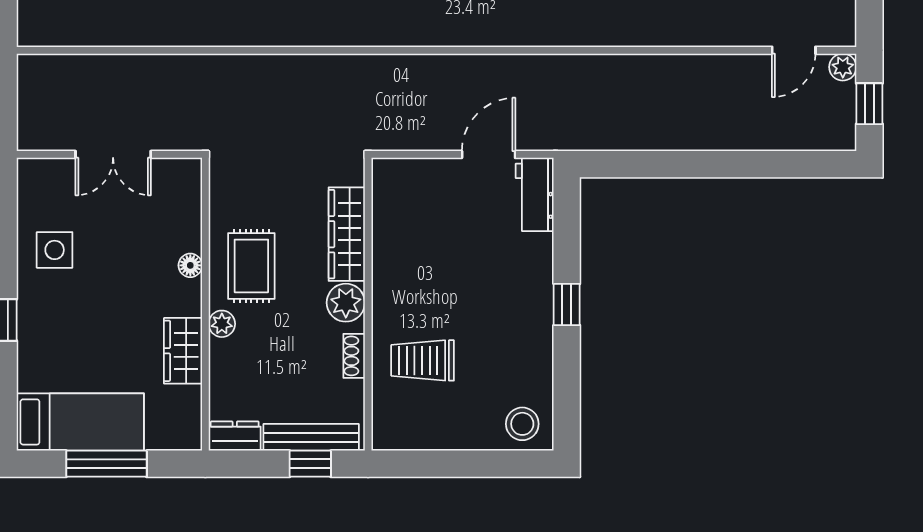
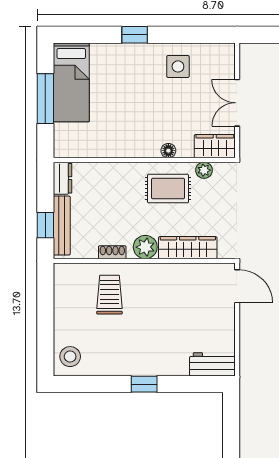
door: (489, 154) -> (237, 286), moved
plant: (222, 324) -> (204, 170), moved
wardrobe: (183, 351) -> (215, 146), moved

